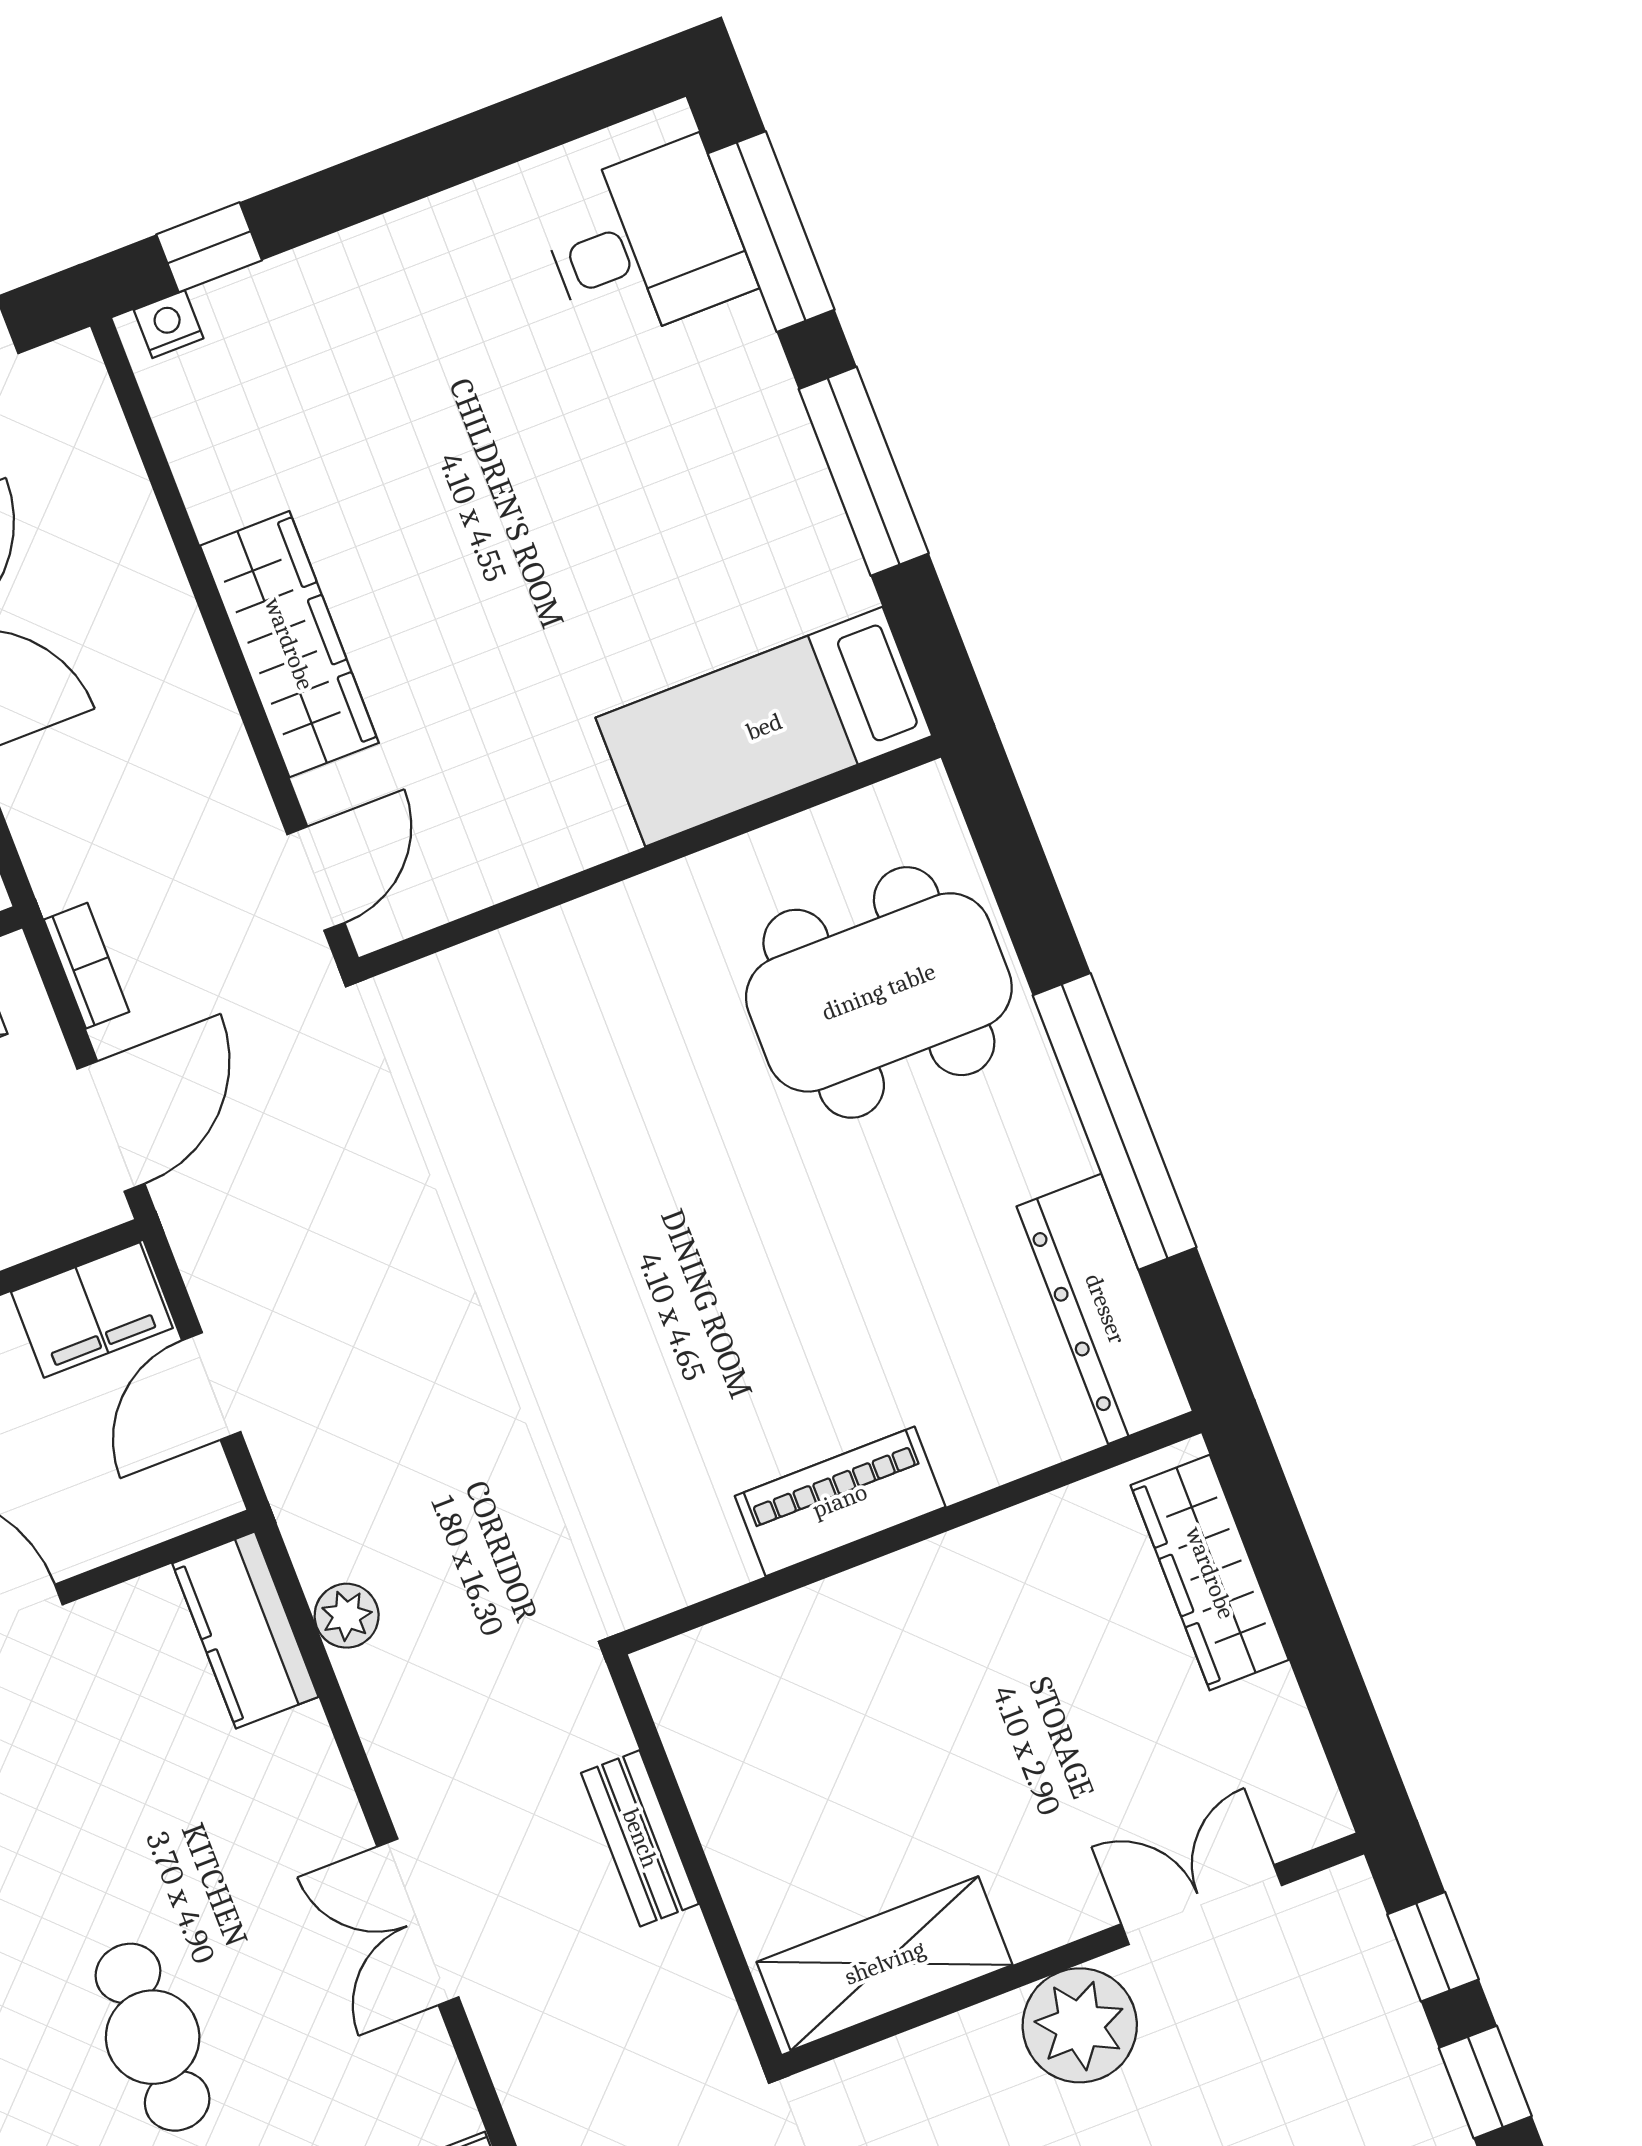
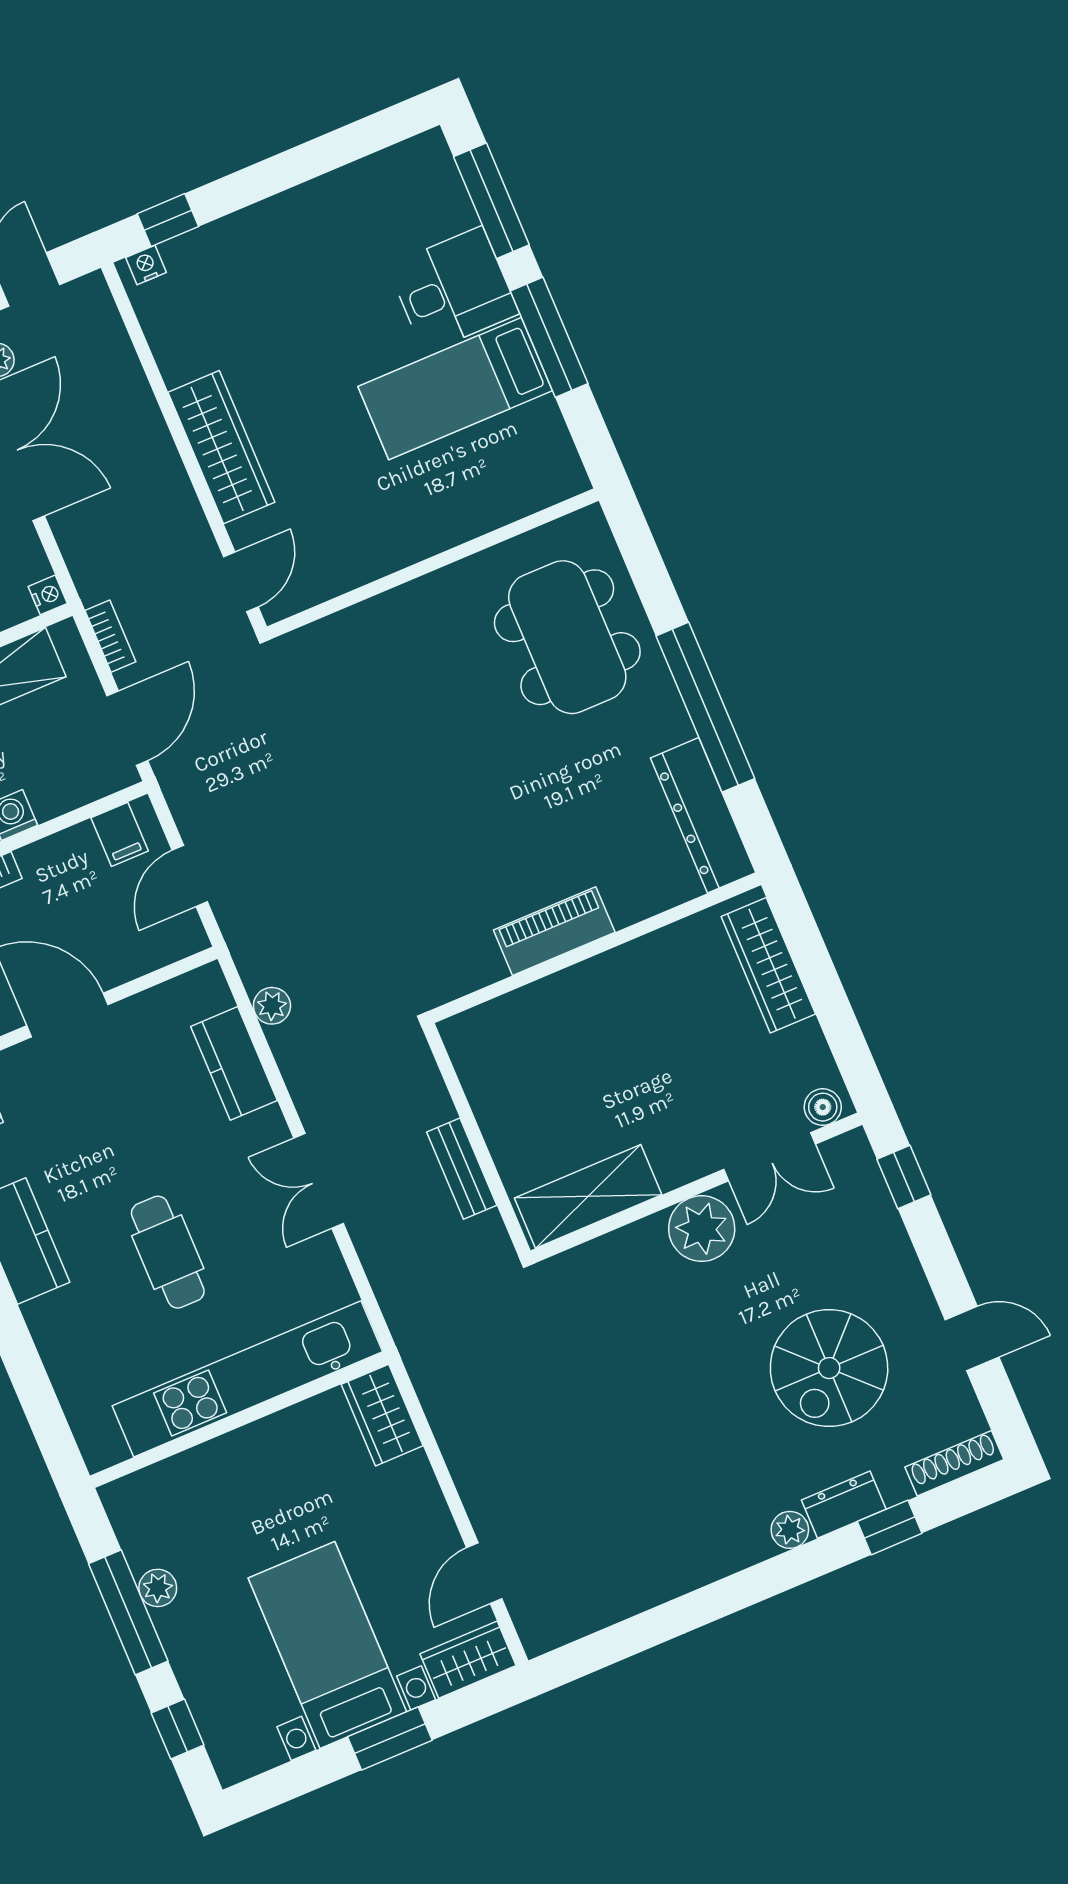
desk: (645, 243) -> (453, 290), moved
bed: (764, 727) -> (455, 389), moved
dining table: (879, 992) -> (567, 637), turned 90
filing cabinet: (92, 1310) -> (120, 834), width x0.50
kitchen counter: (245, 1630) -> (234, 1063), moved
boiler: (1296, 1821) -> (823, 1107), added
bench: (640, 1838) -> (462, 1169), moved
double door: (1201, 1905) -> (770, 1157), swing flipped
window: (1485, 2082) -> (936, 1254), removed

